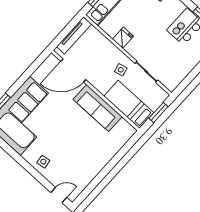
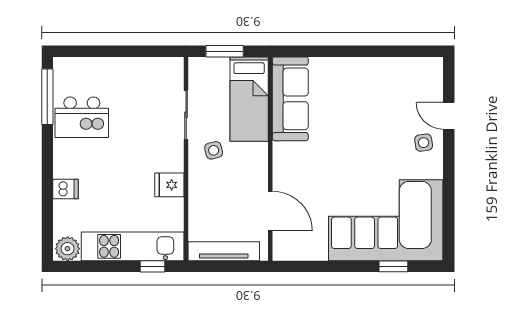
door: (73, 70) -> (270, 211), width x0.73
sofa: (98, 108) -> (290, 99), moved
door: (59, 195) -> (449, 116), moved

